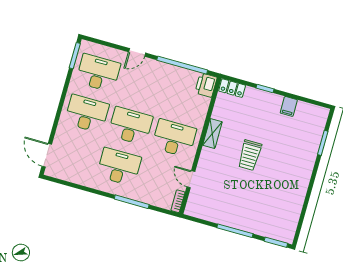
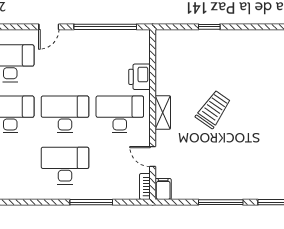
printer: (206, 85) -> (139, 77), moved
locker: (232, 88) -> (171, 37), removed
filing cabinet: (289, 106) -> (163, 189), moved, turned 180
shelving: (212, 134) -> (163, 112), moved
trolley: (250, 155) -> (213, 109), turned -145

